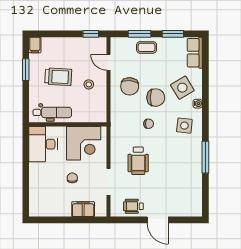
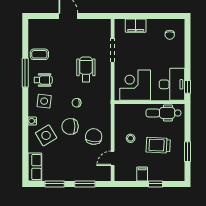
window: (91, 34) -> (155, 184), moved
filing cabinet: (35, 45) -> (142, 174), moved
coffee table: (147, 47) -> (39, 54), moved
door: (109, 62) -> (113, 158), swing flipped
window: (26, 141) -> (188, 87), added
chair: (72, 178) -> (170, 35), moved
wheelchair: (133, 206) -> (43, 80), moved

